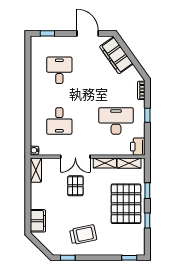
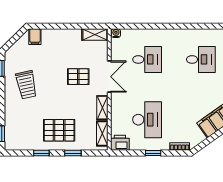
desk: (59, 121) -> (147, 59), turned 180
double door: (75, 157) -> (109, 77), swing flipped
pallet: (126, 204) -> (59, 130), width x0.73, depth x0.71
filing cabinet: (38, 221) -> (35, 37), width x0.50

